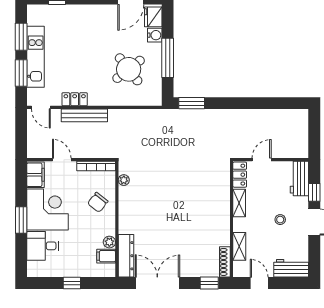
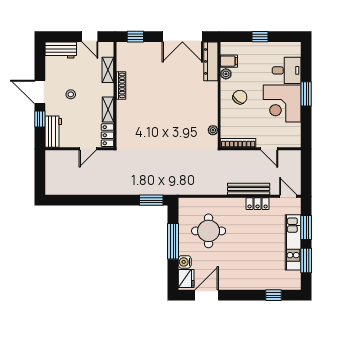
round table: (129, 69) -> (209, 231), turned 38
filing cabinet: (36, 175) -> (293, 135), removed
chair: (98, 202) -> (240, 97), moved
shoe rack: (225, 262) -> (121, 85), moved

